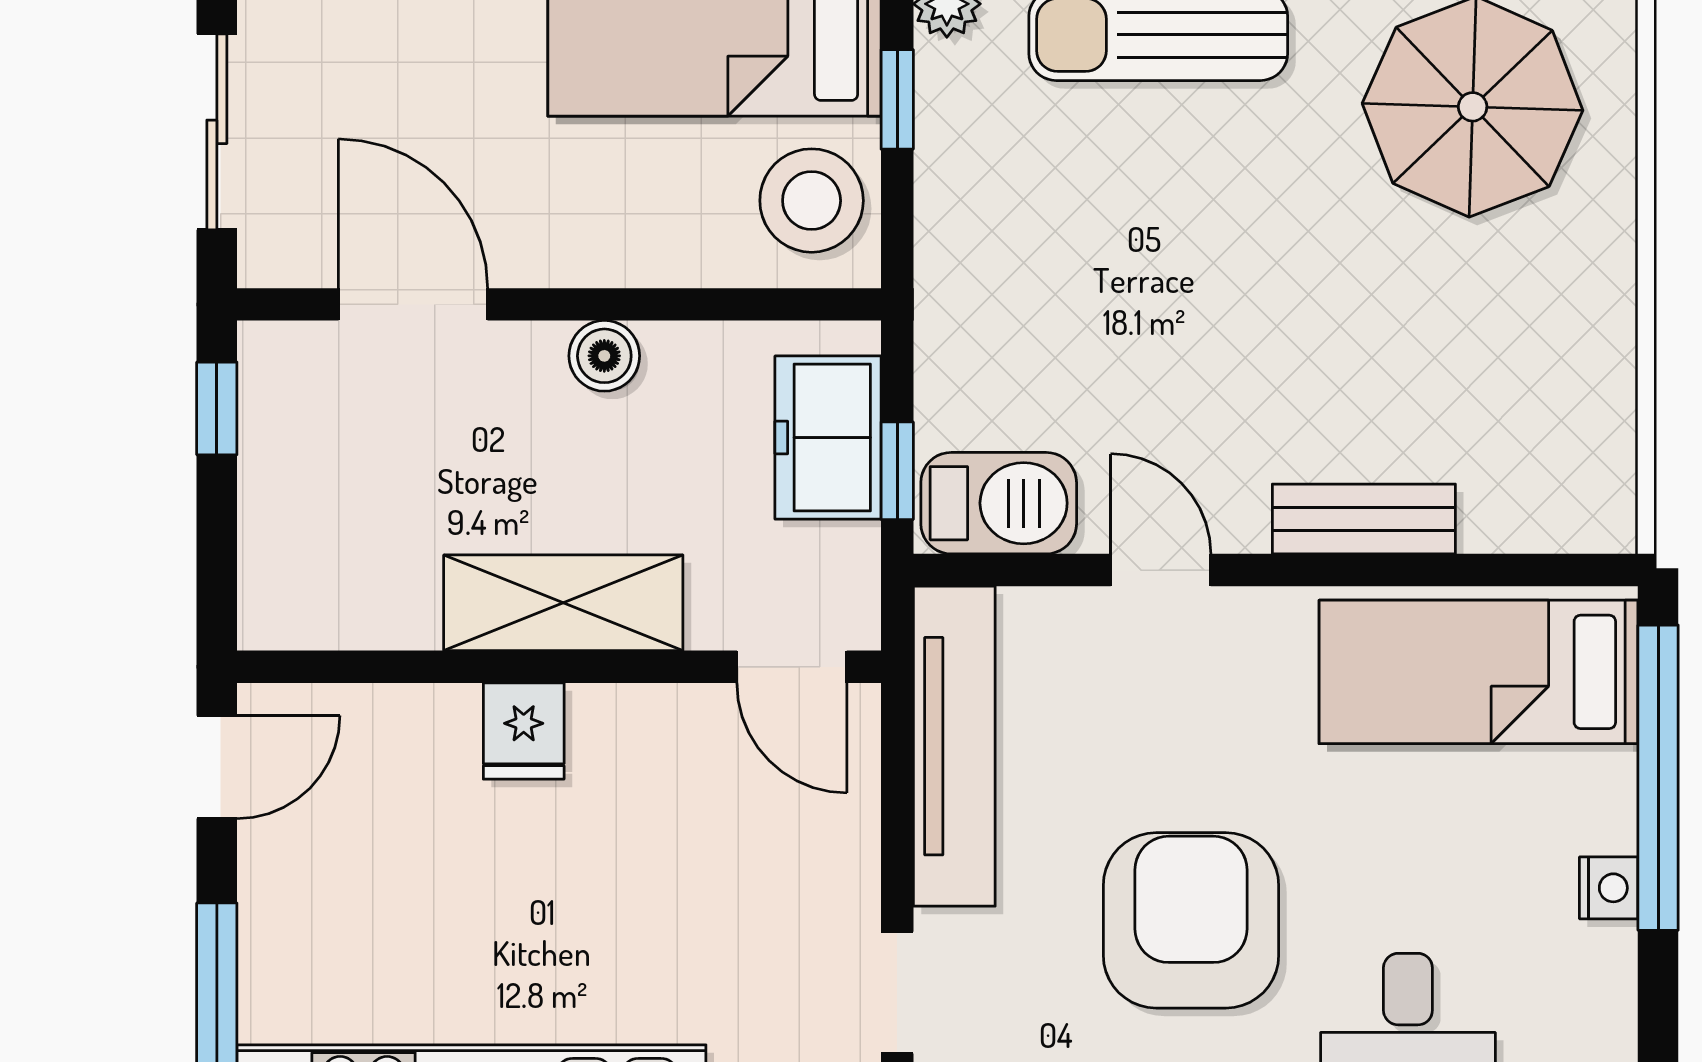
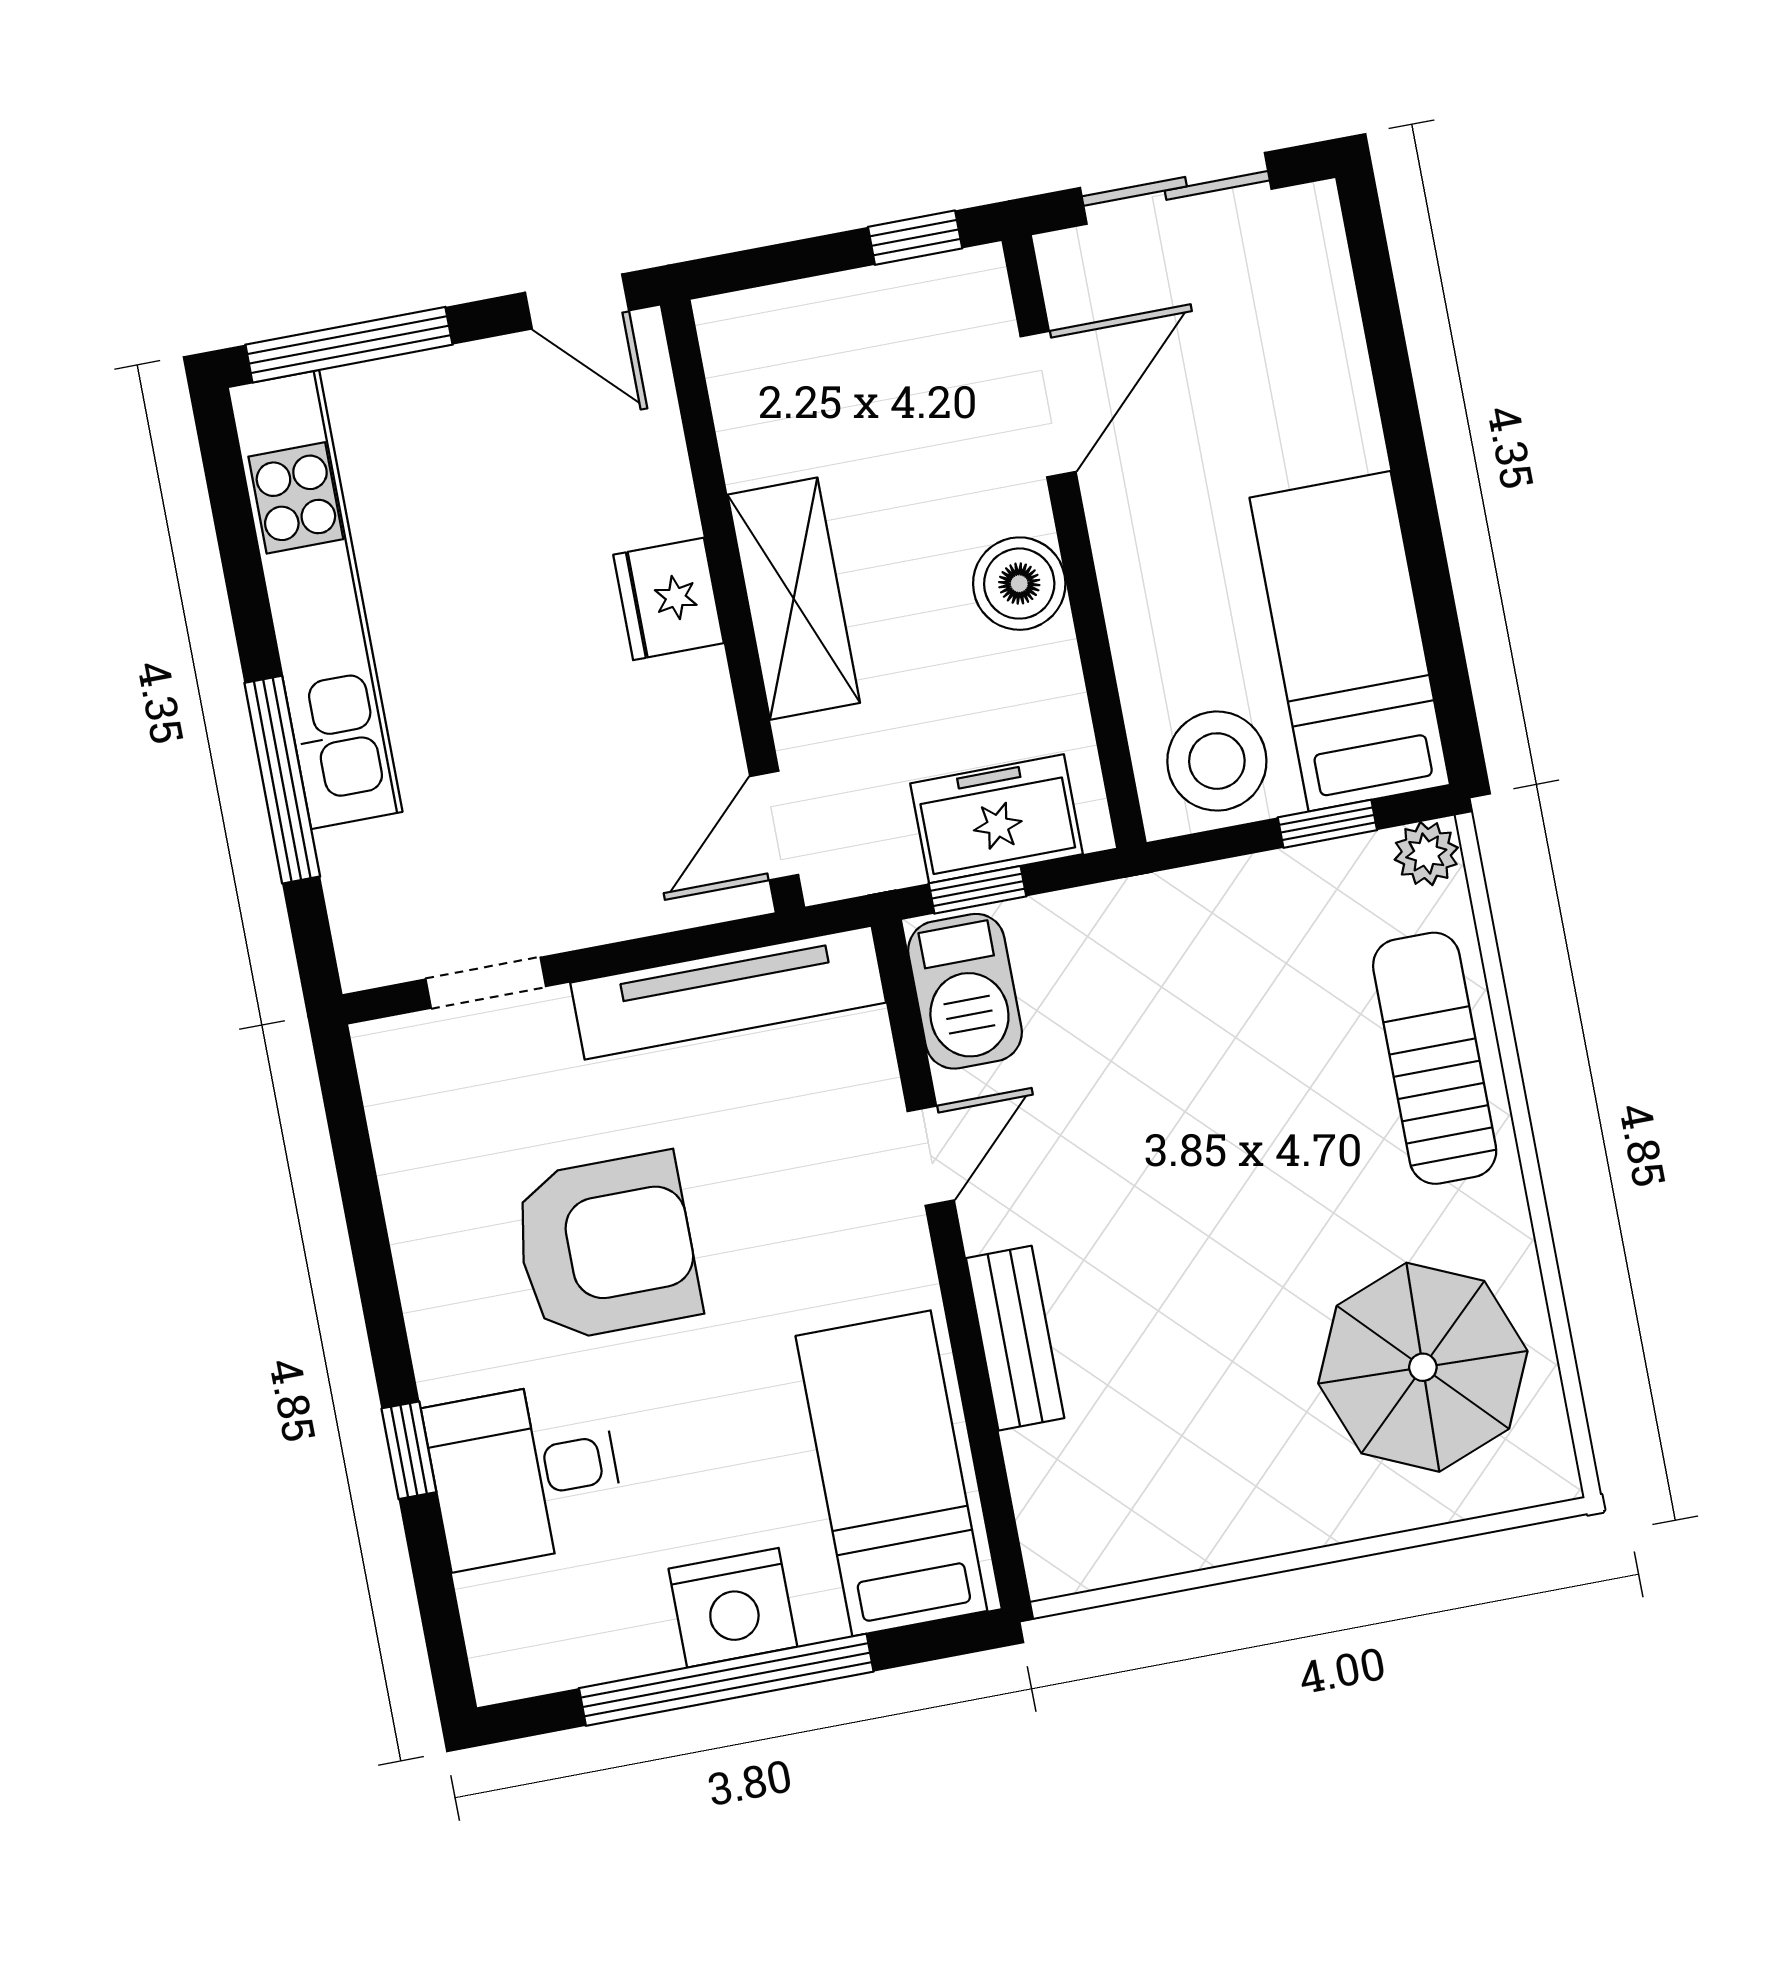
boiler: (604, 356) -> (1019, 584), width x1.36, depth x1.36
fridge: (524, 731) -> (669, 599), width x1.38
window: (1658, 778) -> (726, 1680), moved
nightstand: (1609, 888) -> (733, 1608), width x1.89, depth x1.79

